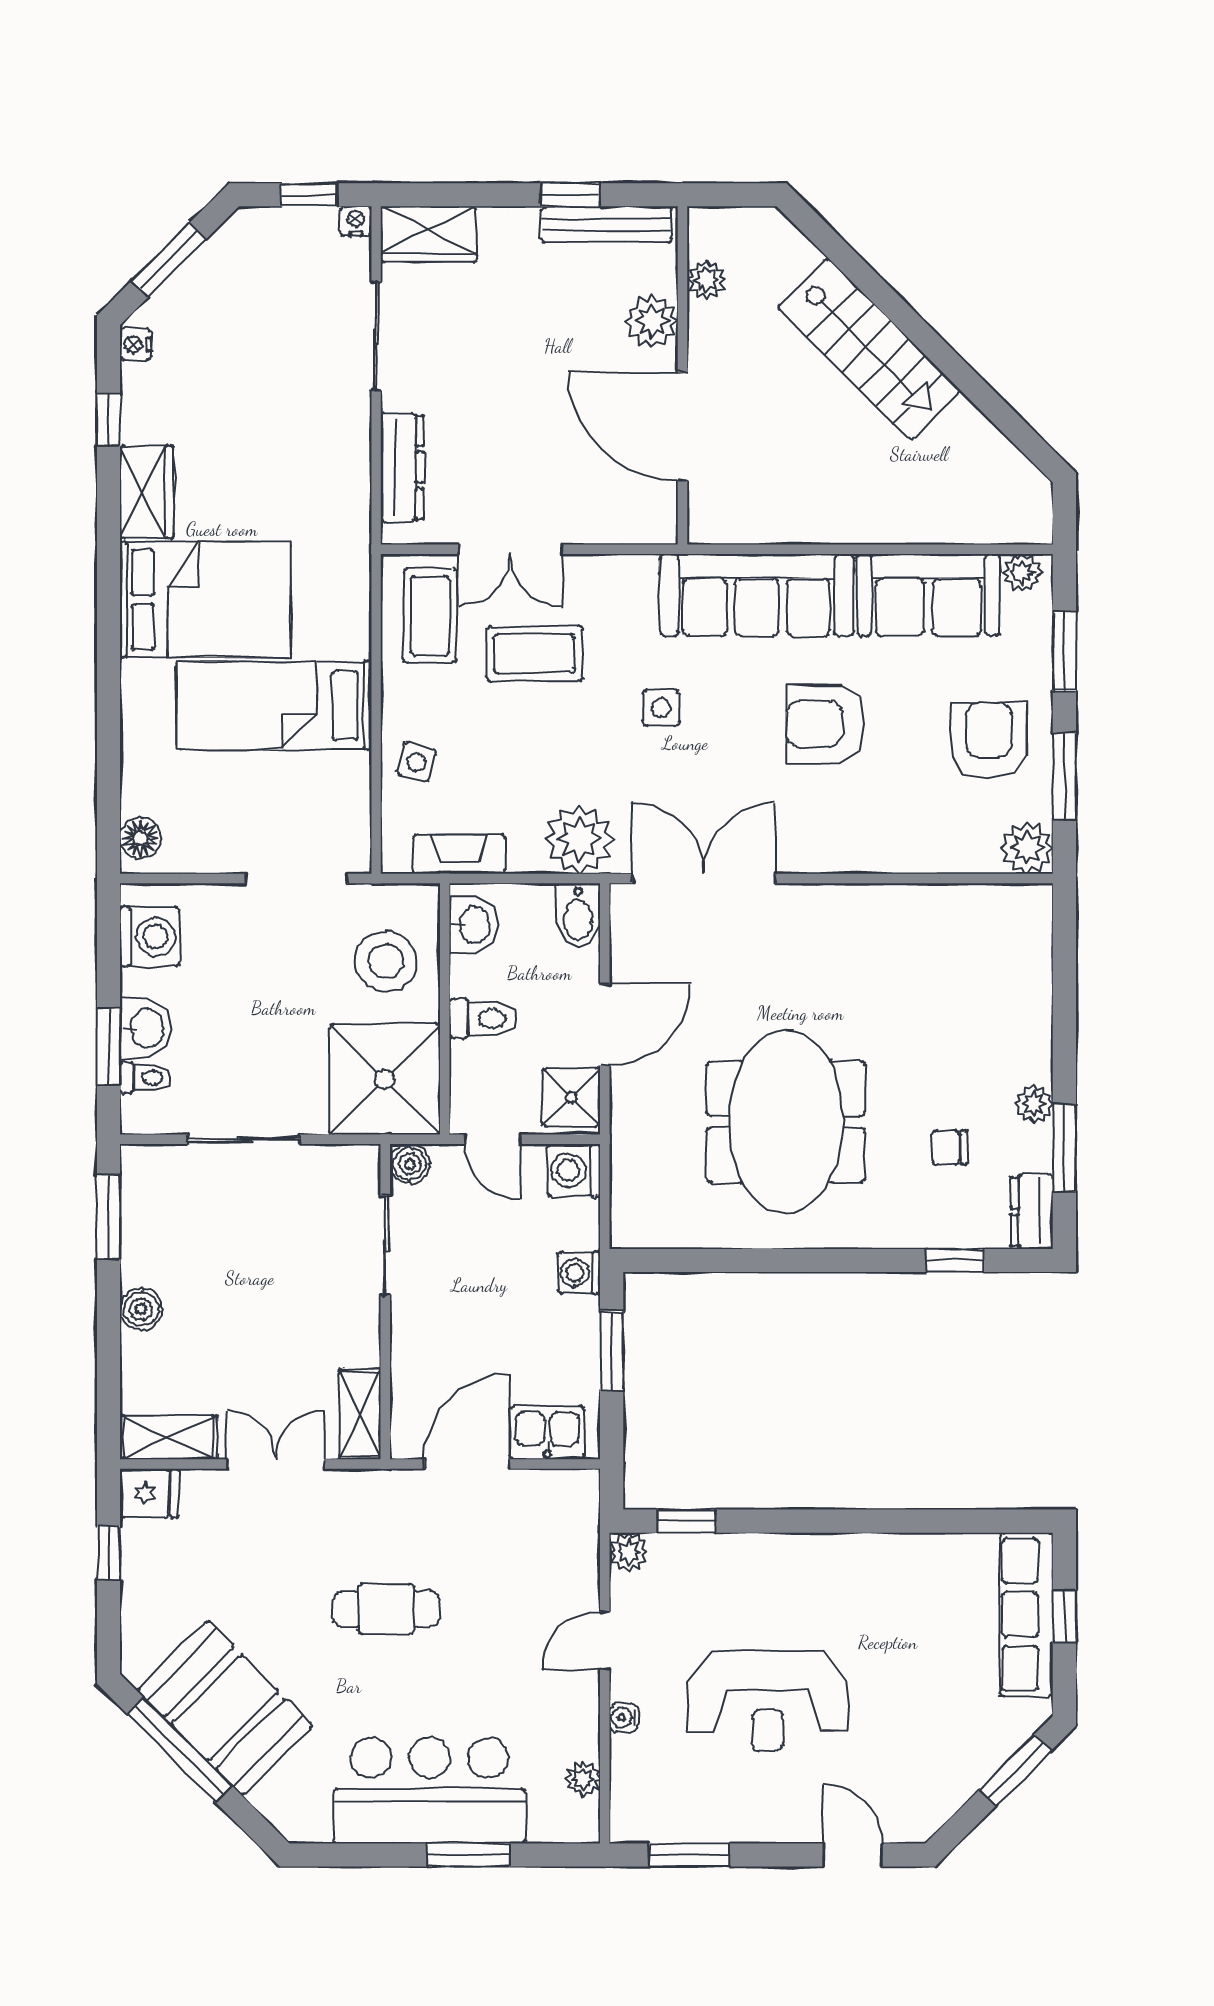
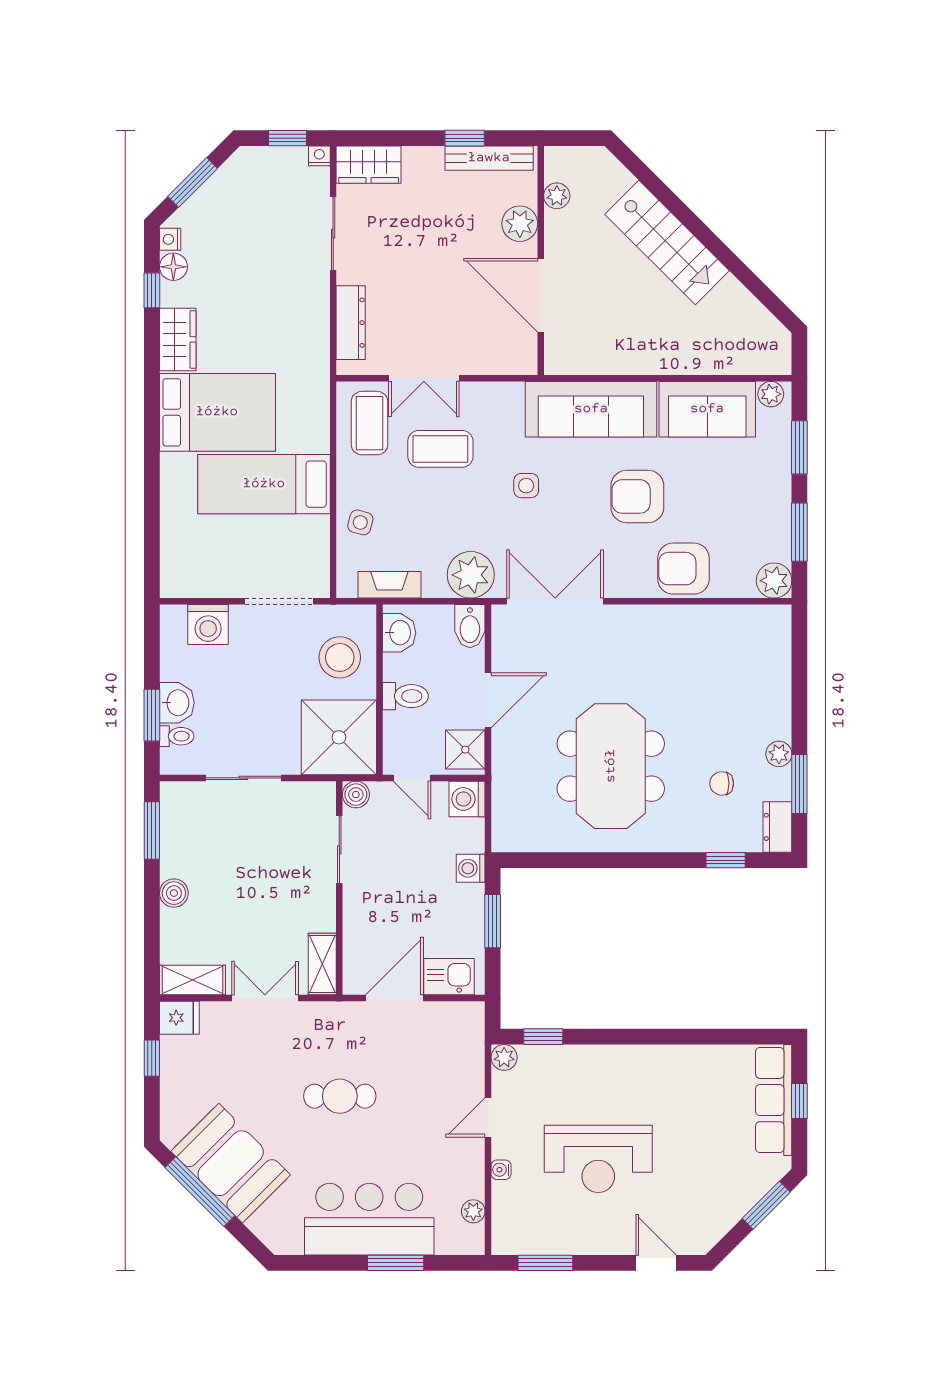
armchair: (989, 740) -> (683, 569), moved, turned -90
floor lamp: (140, 838) -> (173, 267), moved
washing machine: (150, 937) -> (208, 625), moved, turned 90

